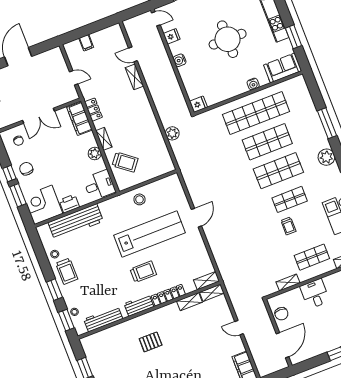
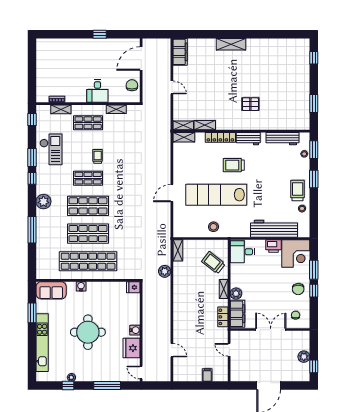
fridge: (172, 36) -> (132, 348), width x1.88, depth x1.34
shelving: (134, 77) -> (178, 250), moved
plant: (95, 154) -> (236, 294), moved

